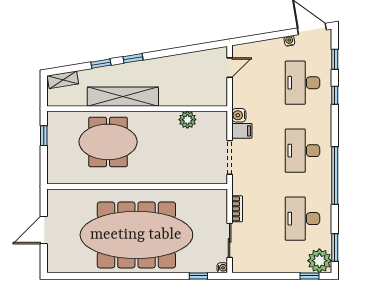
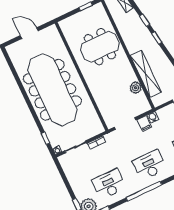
shelving: (123, 97) -> (146, 74), moved
meeting table: (108, 142) -> (100, 47), turned 90

